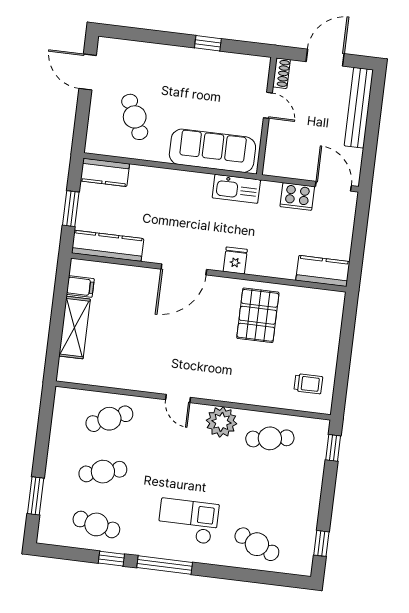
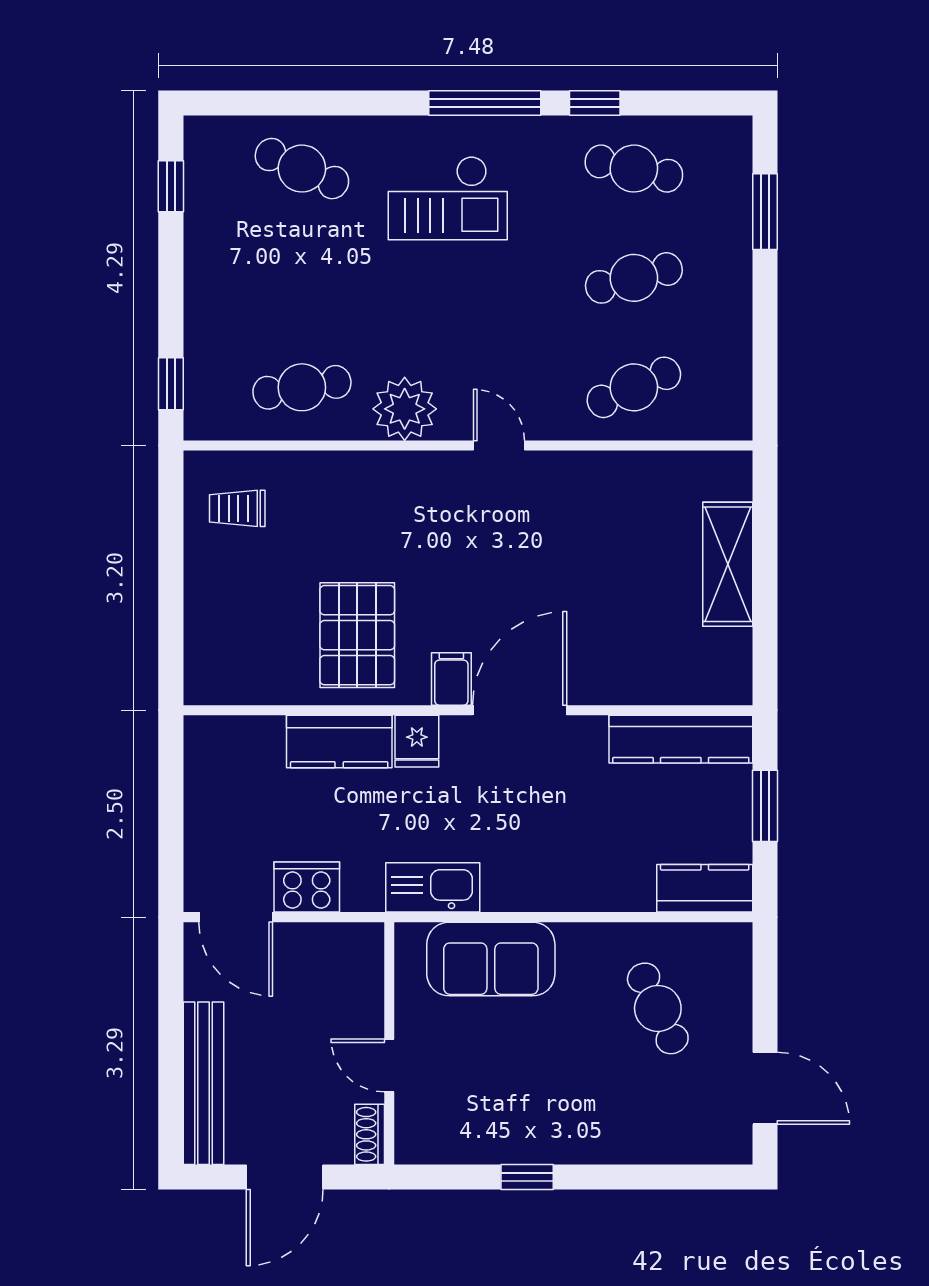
sofa: (212, 151) -> (491, 959), width x0.73
kitchen counter: (323, 271) -> (339, 742), moved
filing cabinet: (80, 286) -> (451, 679), moved, turned 90

